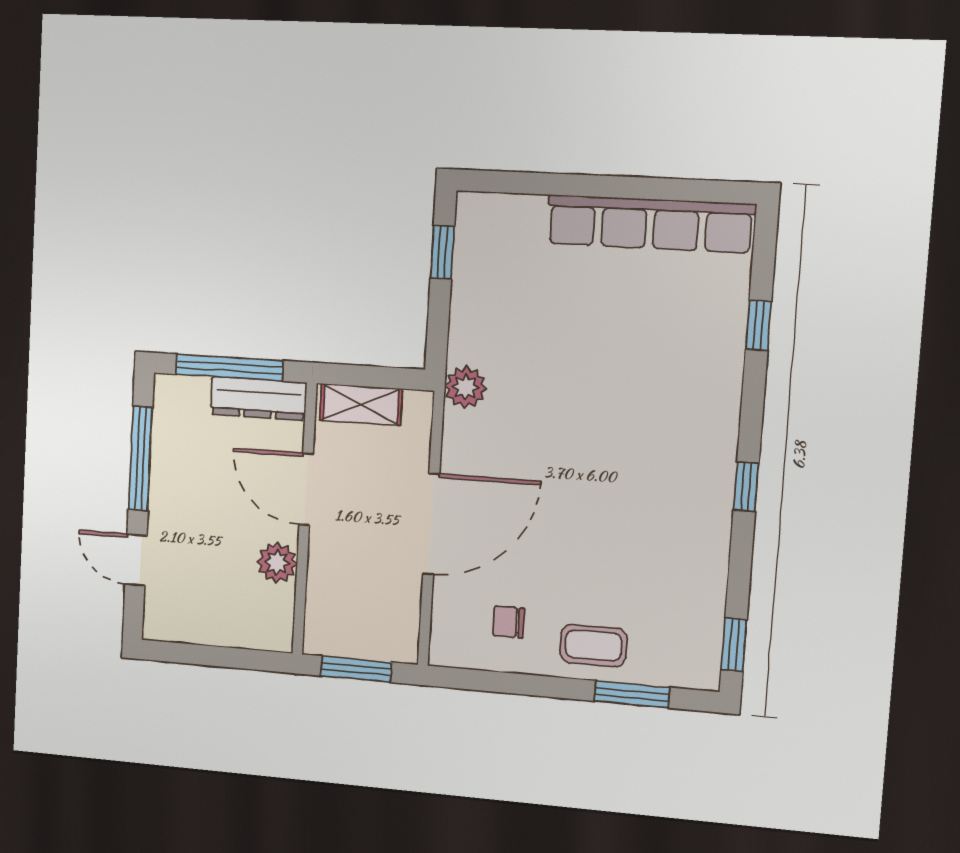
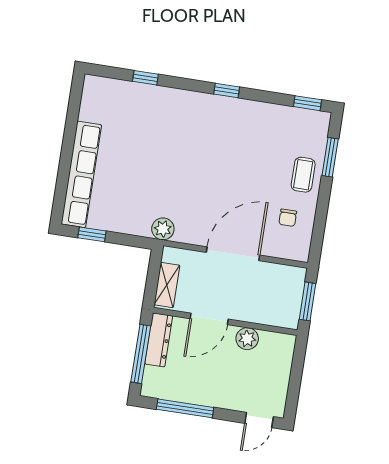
row of seats: (650, 224) -> (81, 174), moved
door: (431, 524) -> (233, 254), hinge flipped
door: (136, 560) -> (259, 420), moved

